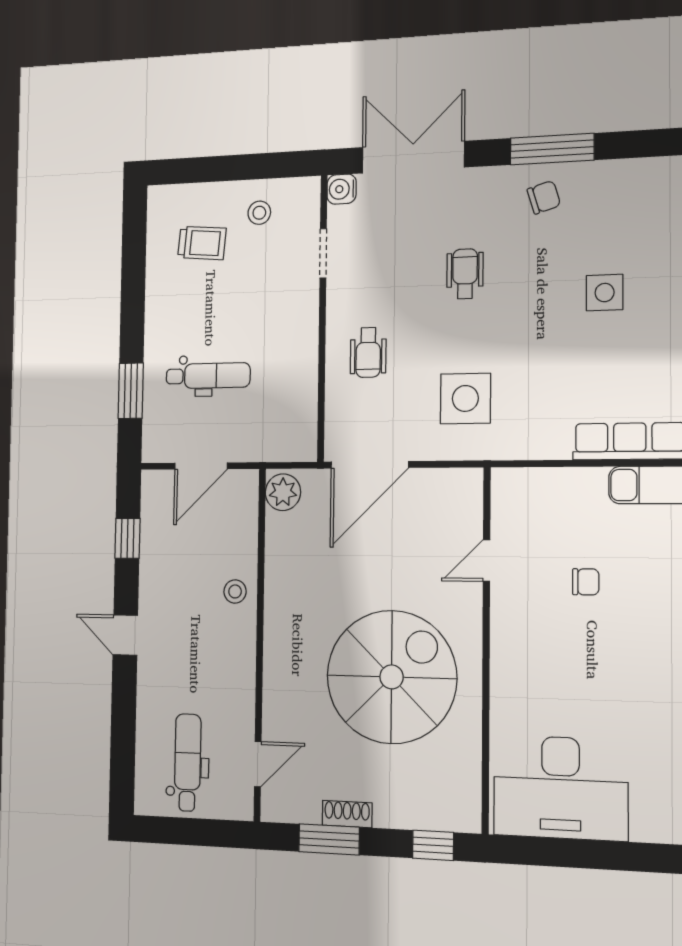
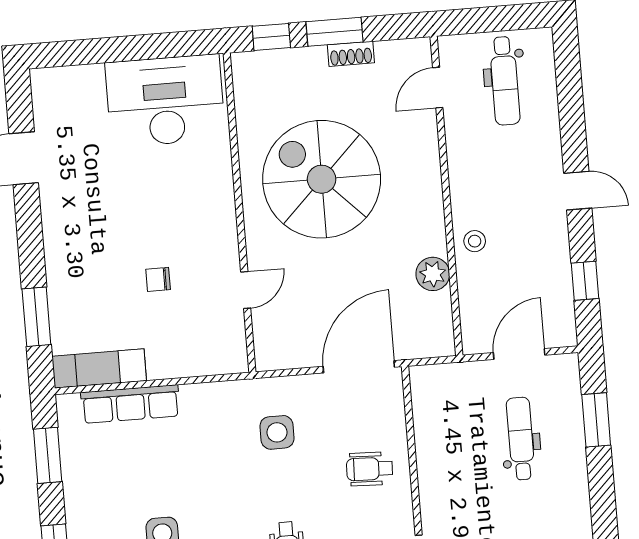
wheelchair: (368, 352) -> (370, 469), turned -88
dental chair: (208, 376) -> (521, 439), turned 90
side table: (465, 398) -> (277, 432), width x0.73, depth x0.73
plant: (283, 492) -> (433, 274), moved
spiral stairs: (392, 677) -> (322, 179), turned 90
window: (329, 839) -> (335, 32), moved

